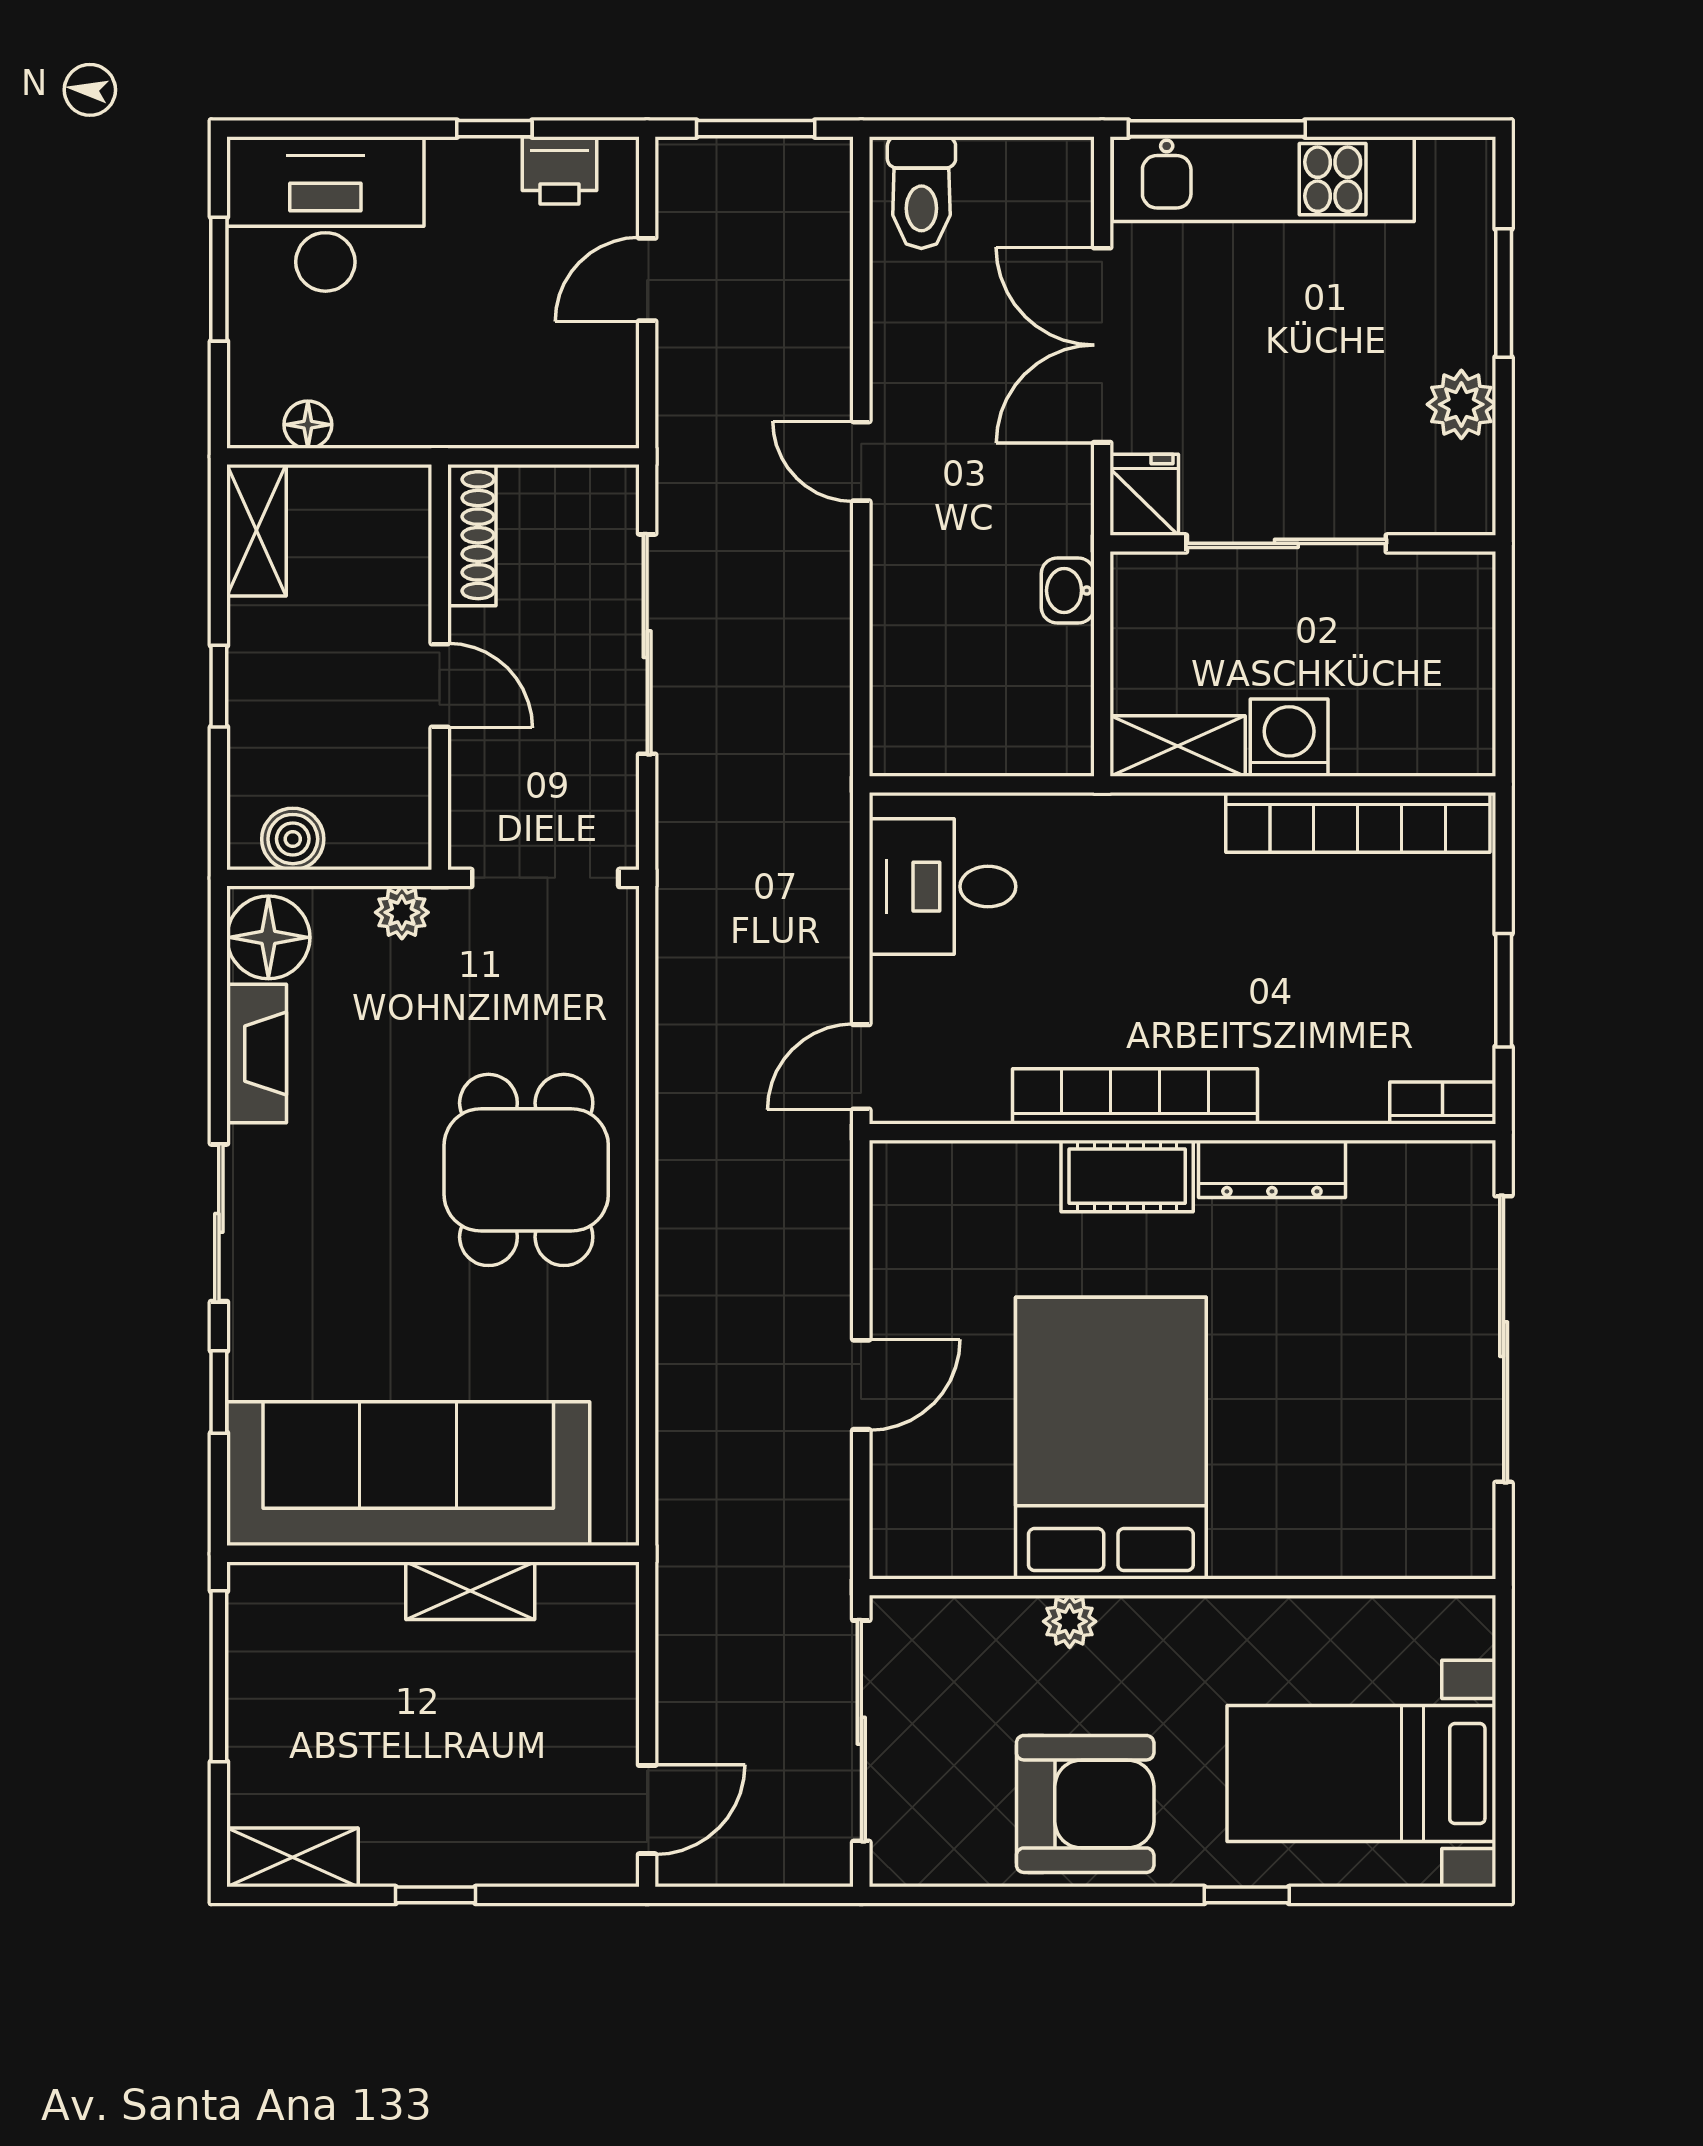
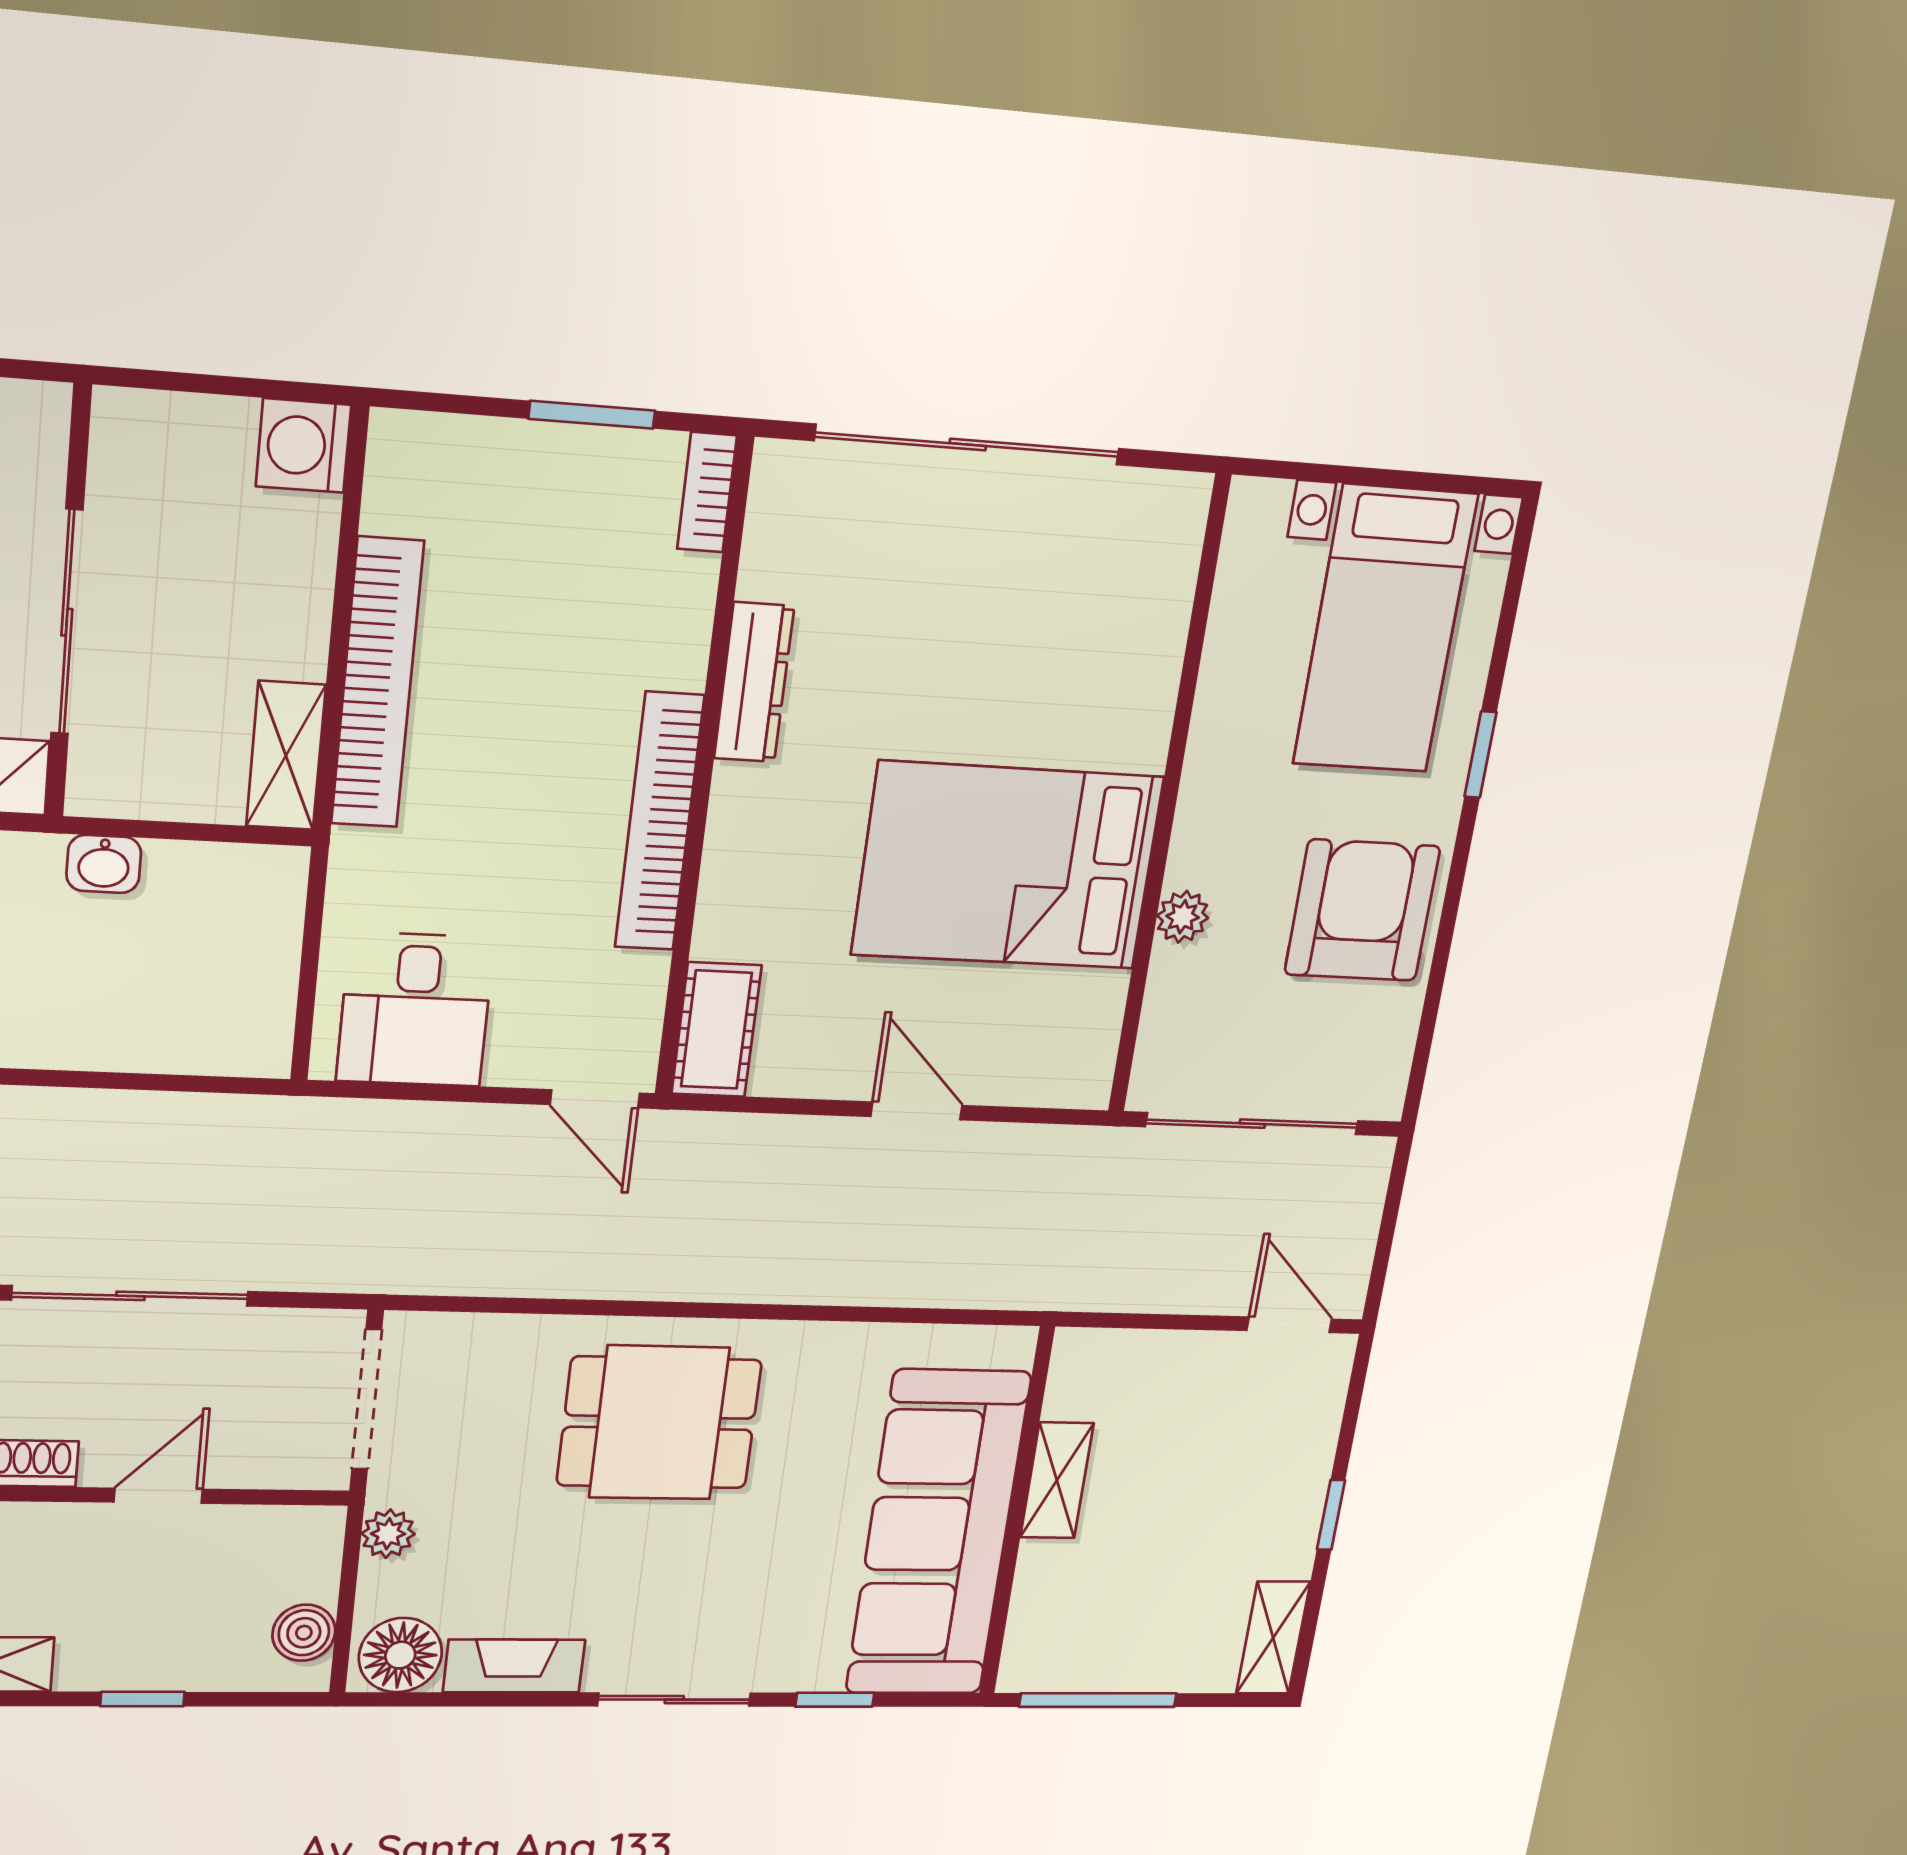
washing machine: (1289, 738) -> (303, 446), moved
bookcase: (1358, 822) -> (377, 683), moved
cot: (1127, 1176) -> (716, 1030), moved

